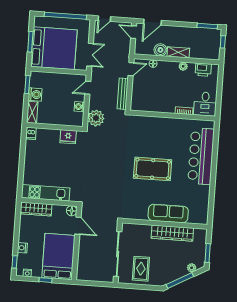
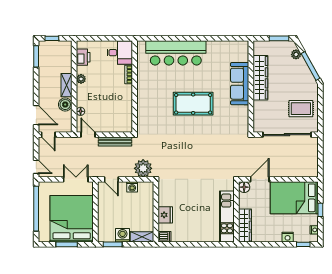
door: (134, 32) -> (48, 135), hinge flipped
fridge: (68, 137) -> (165, 215), moved
pool table: (153, 169) -> (193, 104), turned 90

